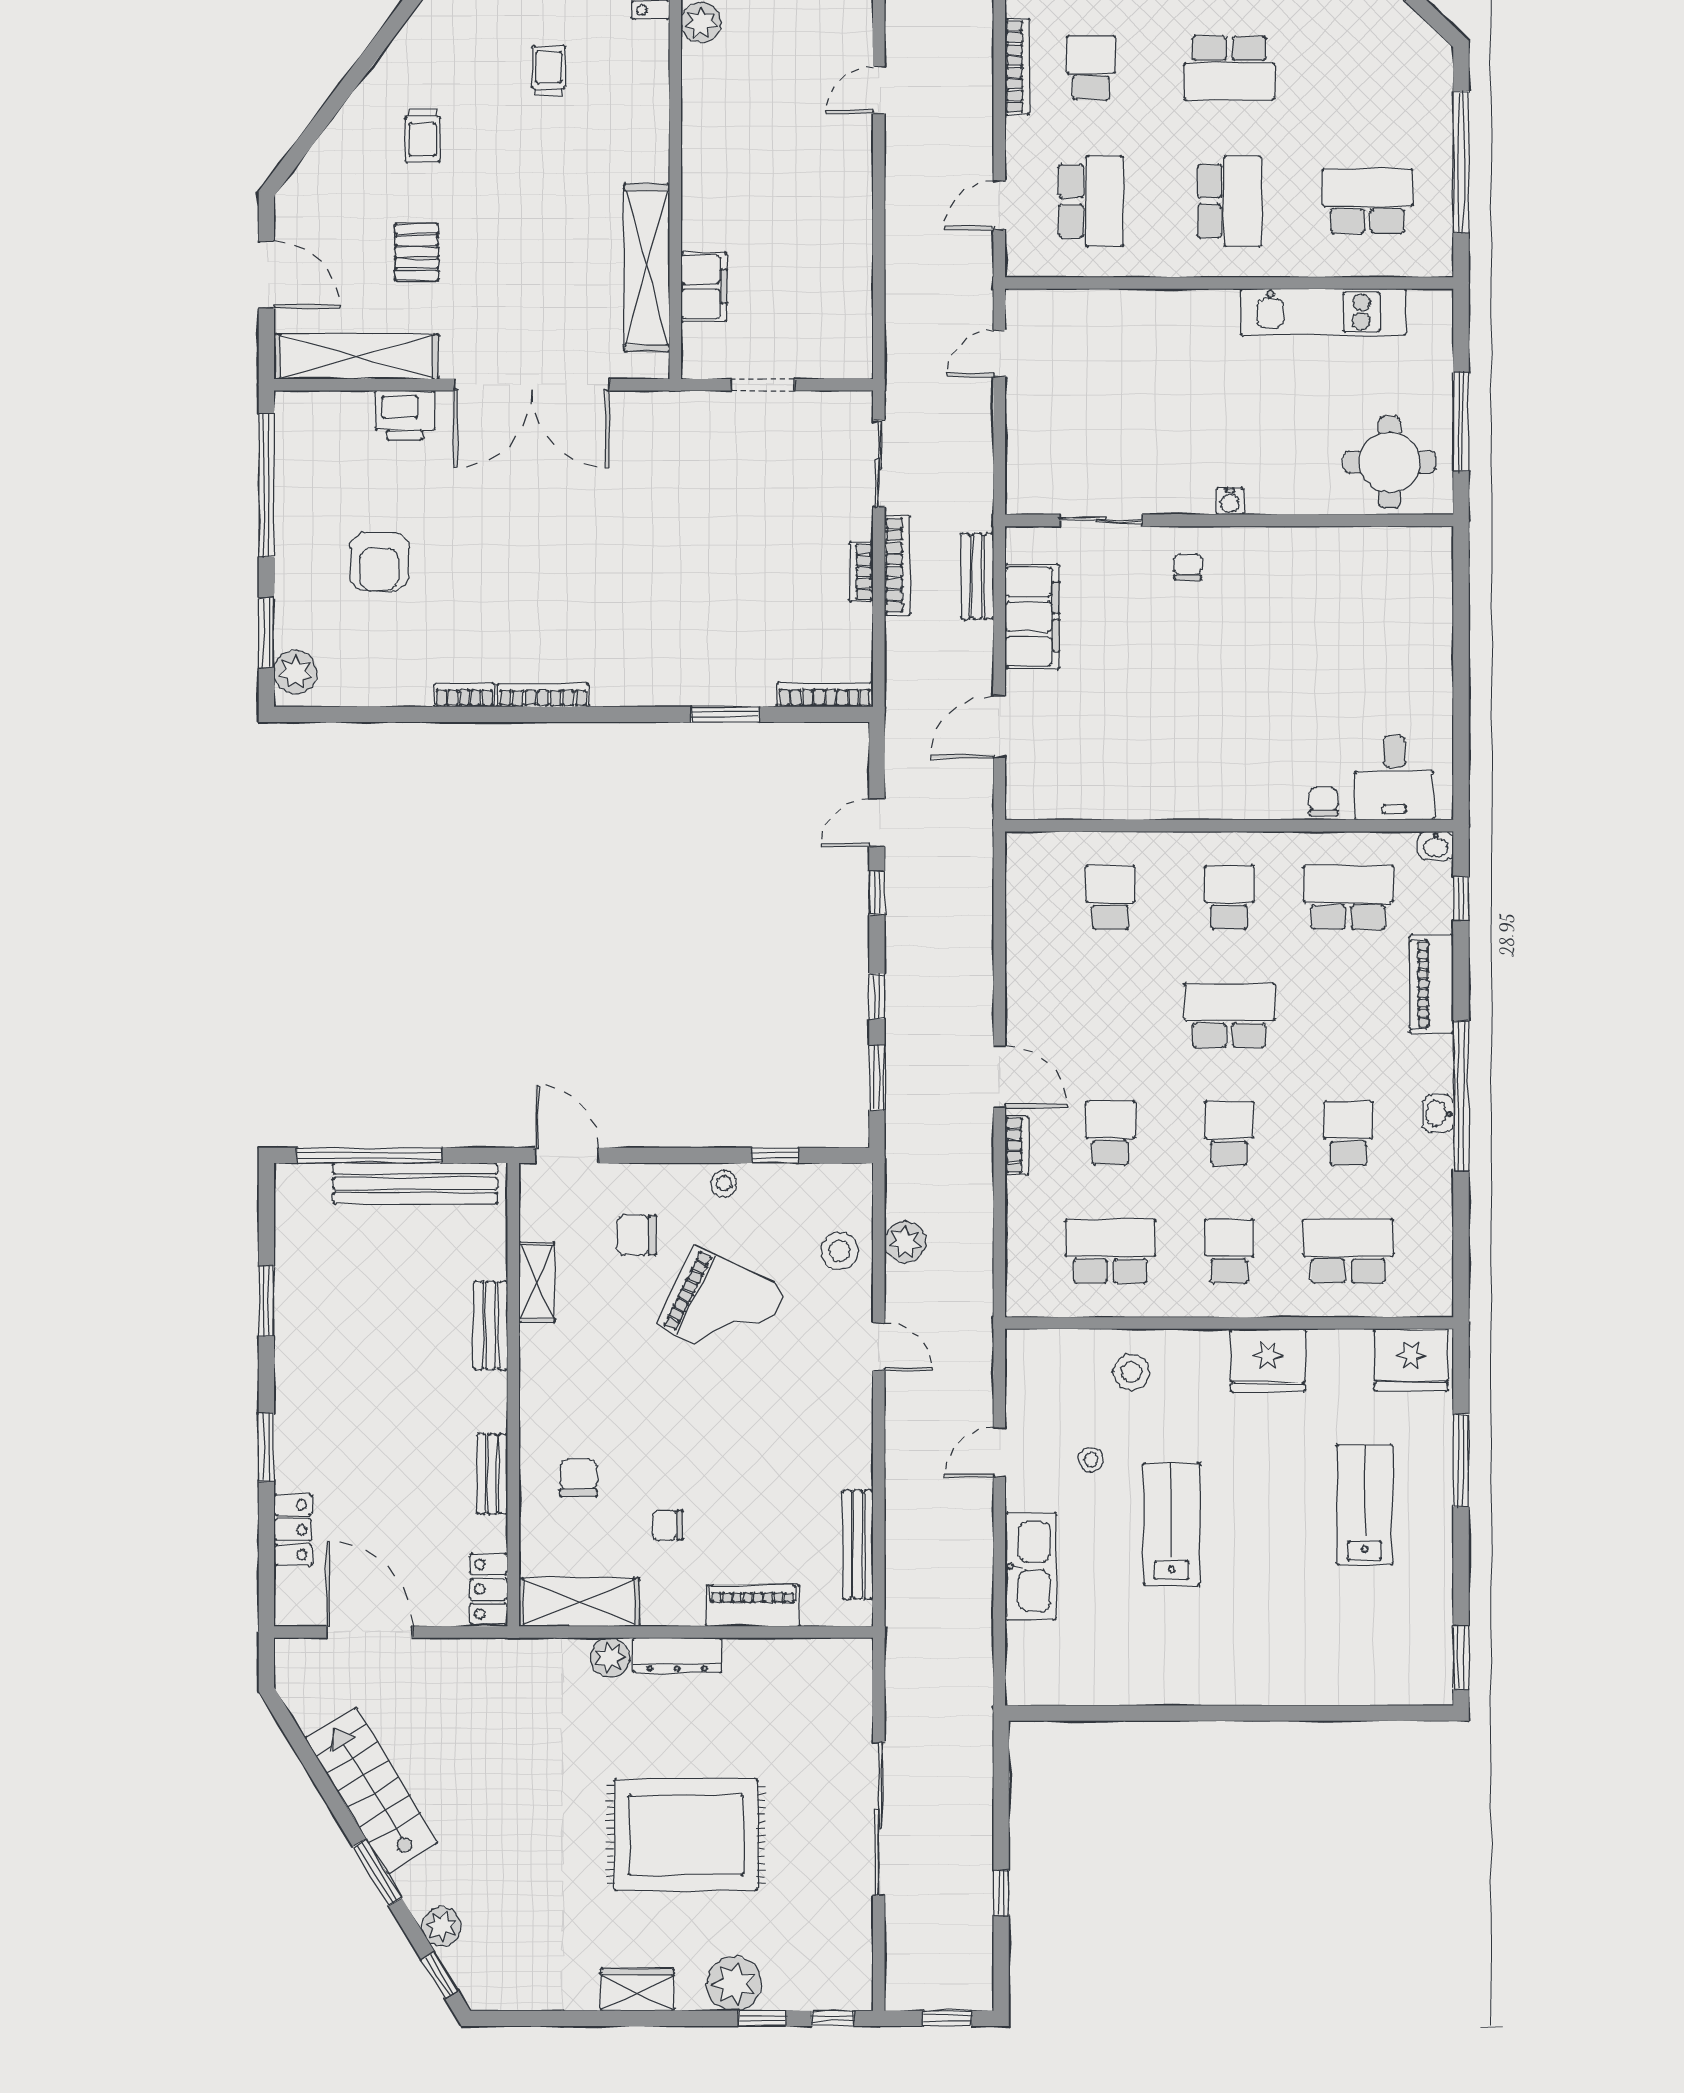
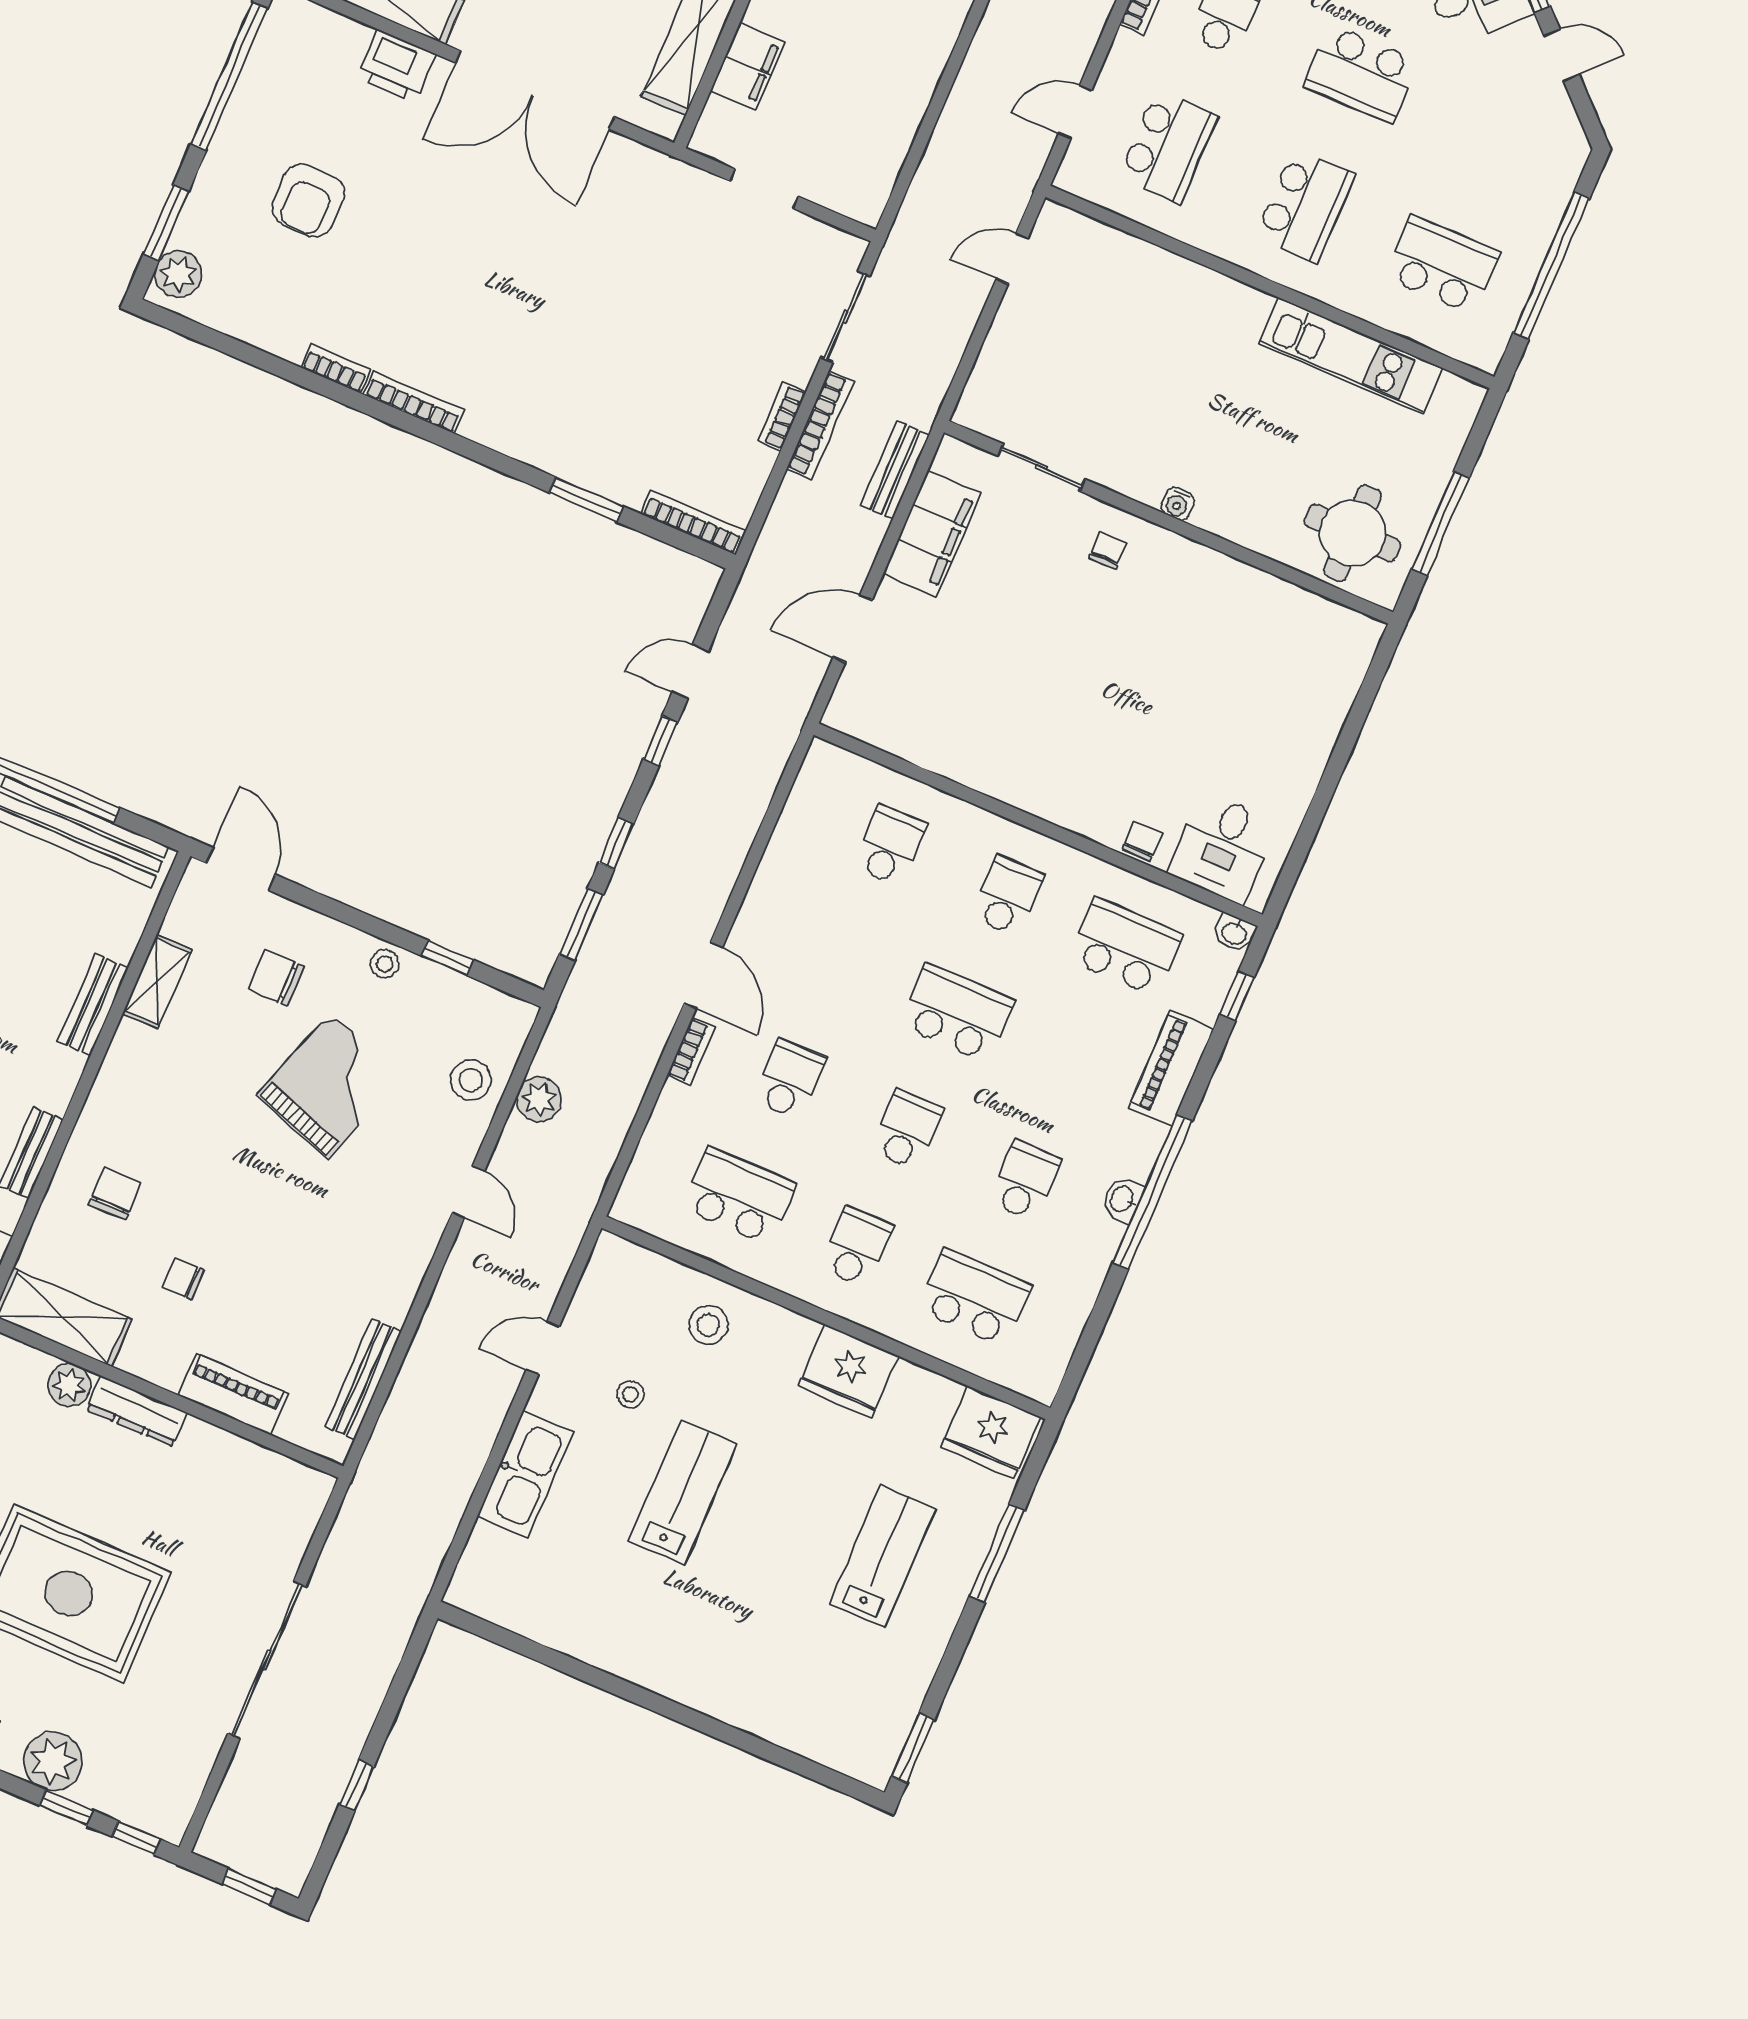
grand piano: (721, 1307) -> (329, 1086), turned -97

